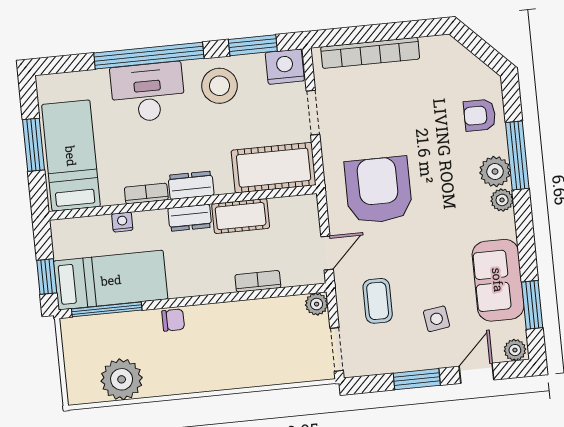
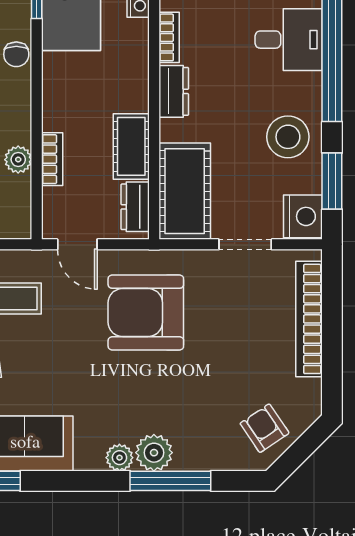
desk: (148, 92) -> (289, 40), width x0.73
armchair: (480, 115) -> (265, 428), moved, turned -34
armchair: (378, 190) -> (146, 313), turned 180
dresser: (190, 218) -> (135, 207), moved
plant: (317, 304) -> (18, 160), moved

